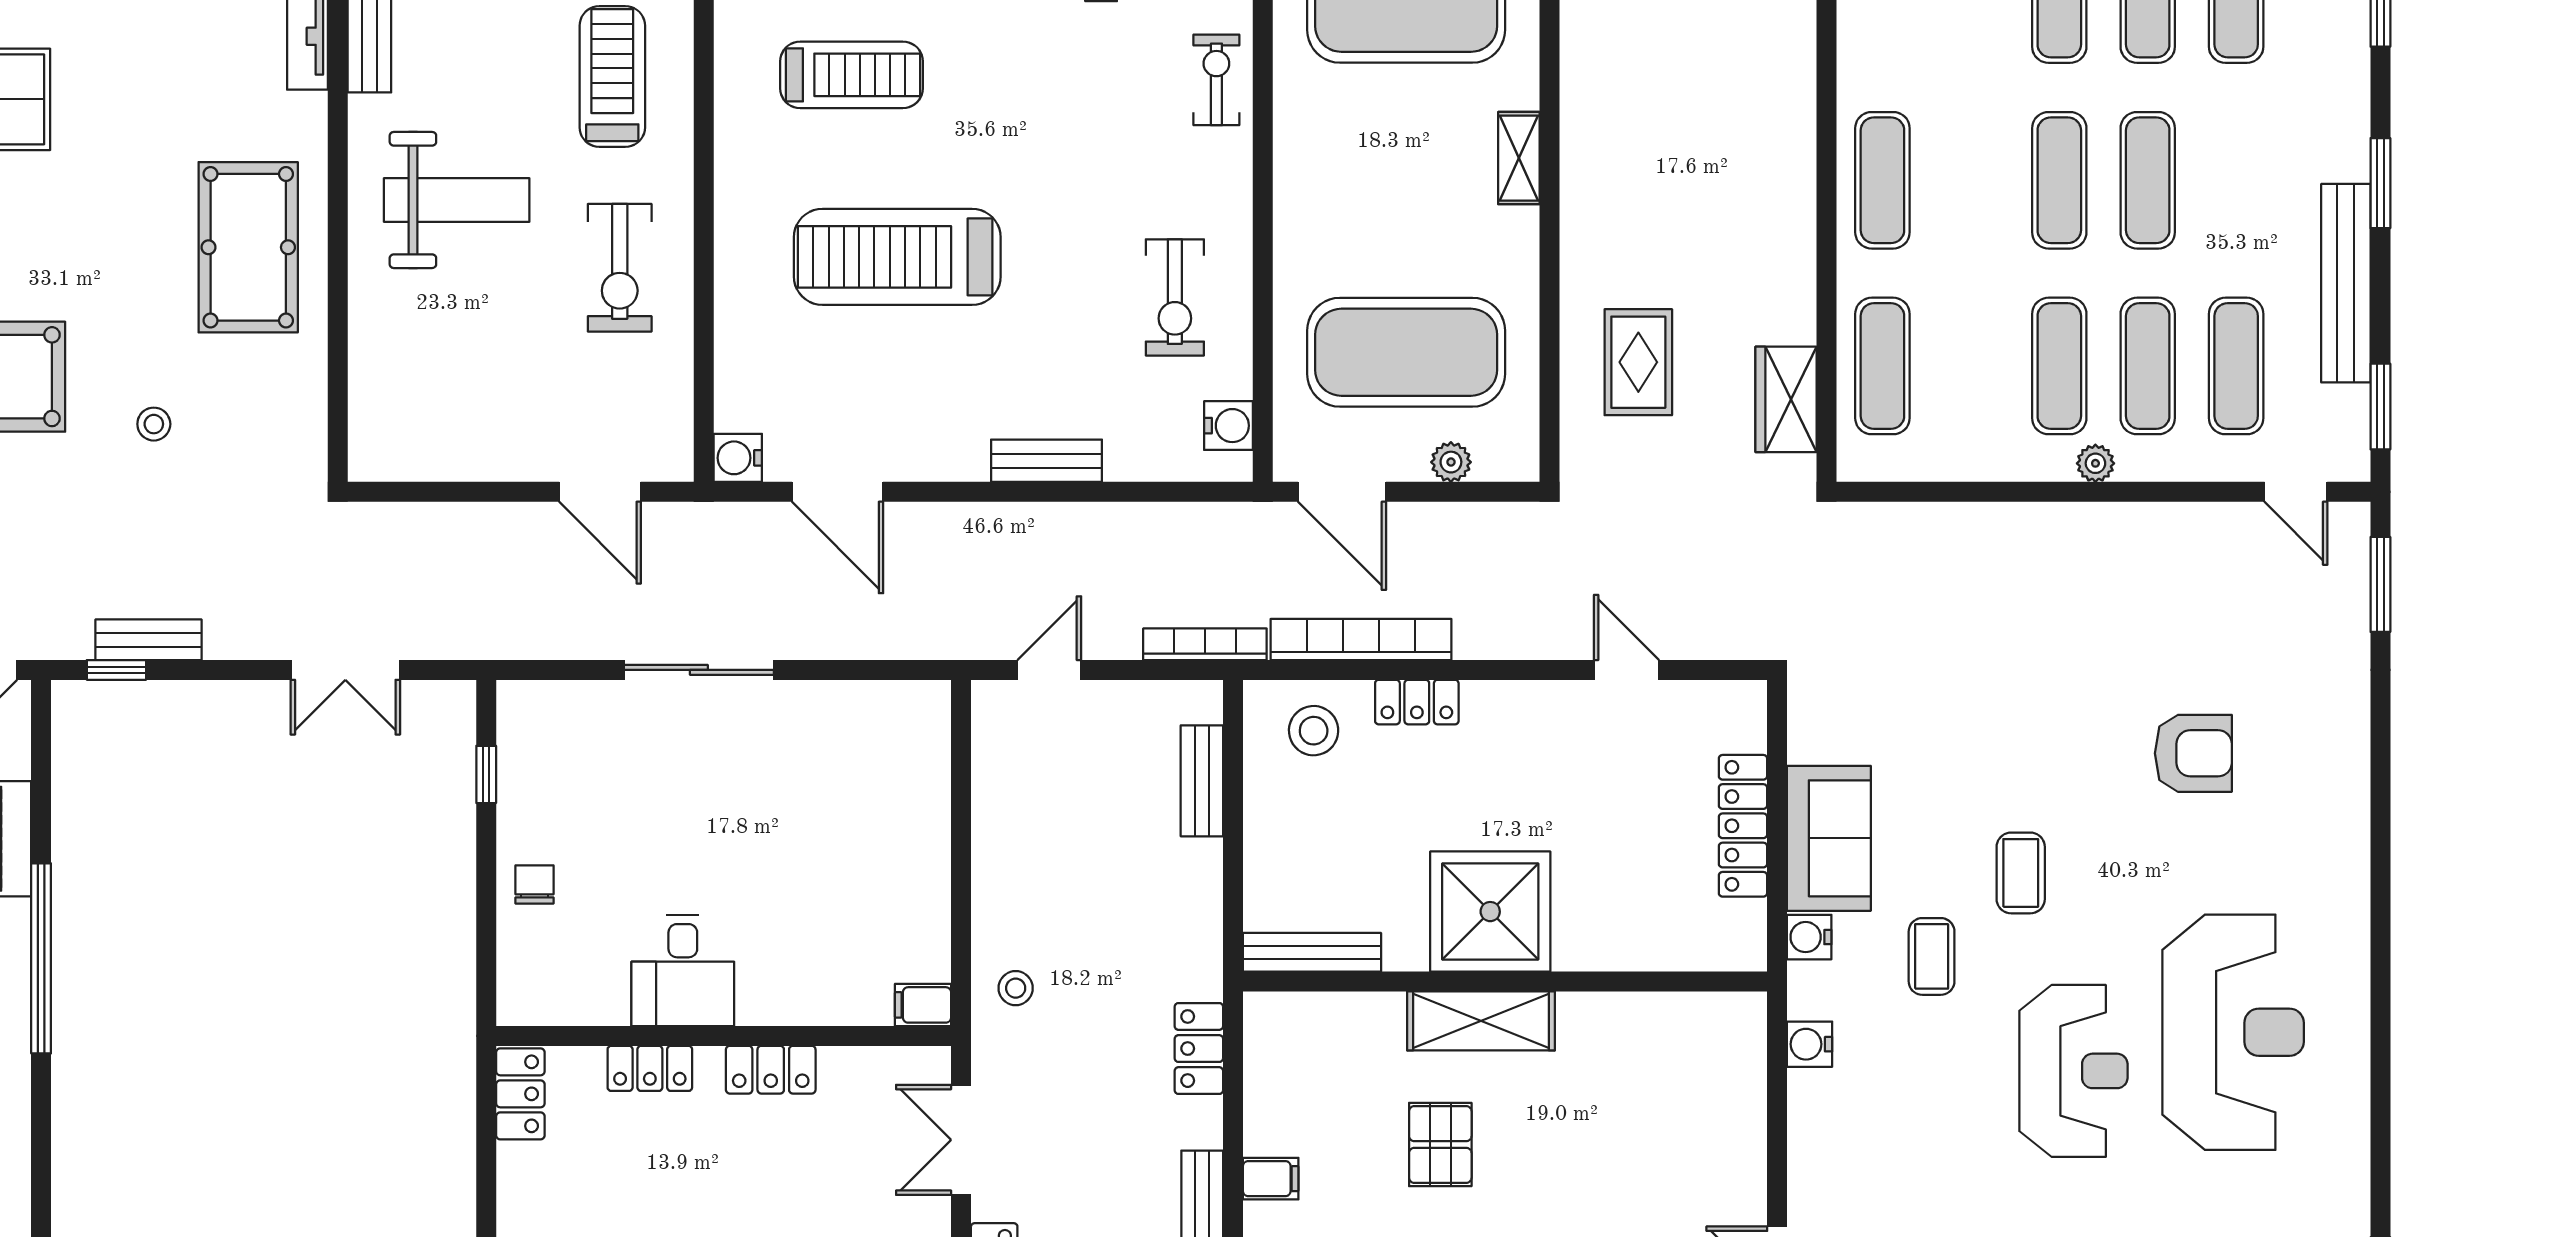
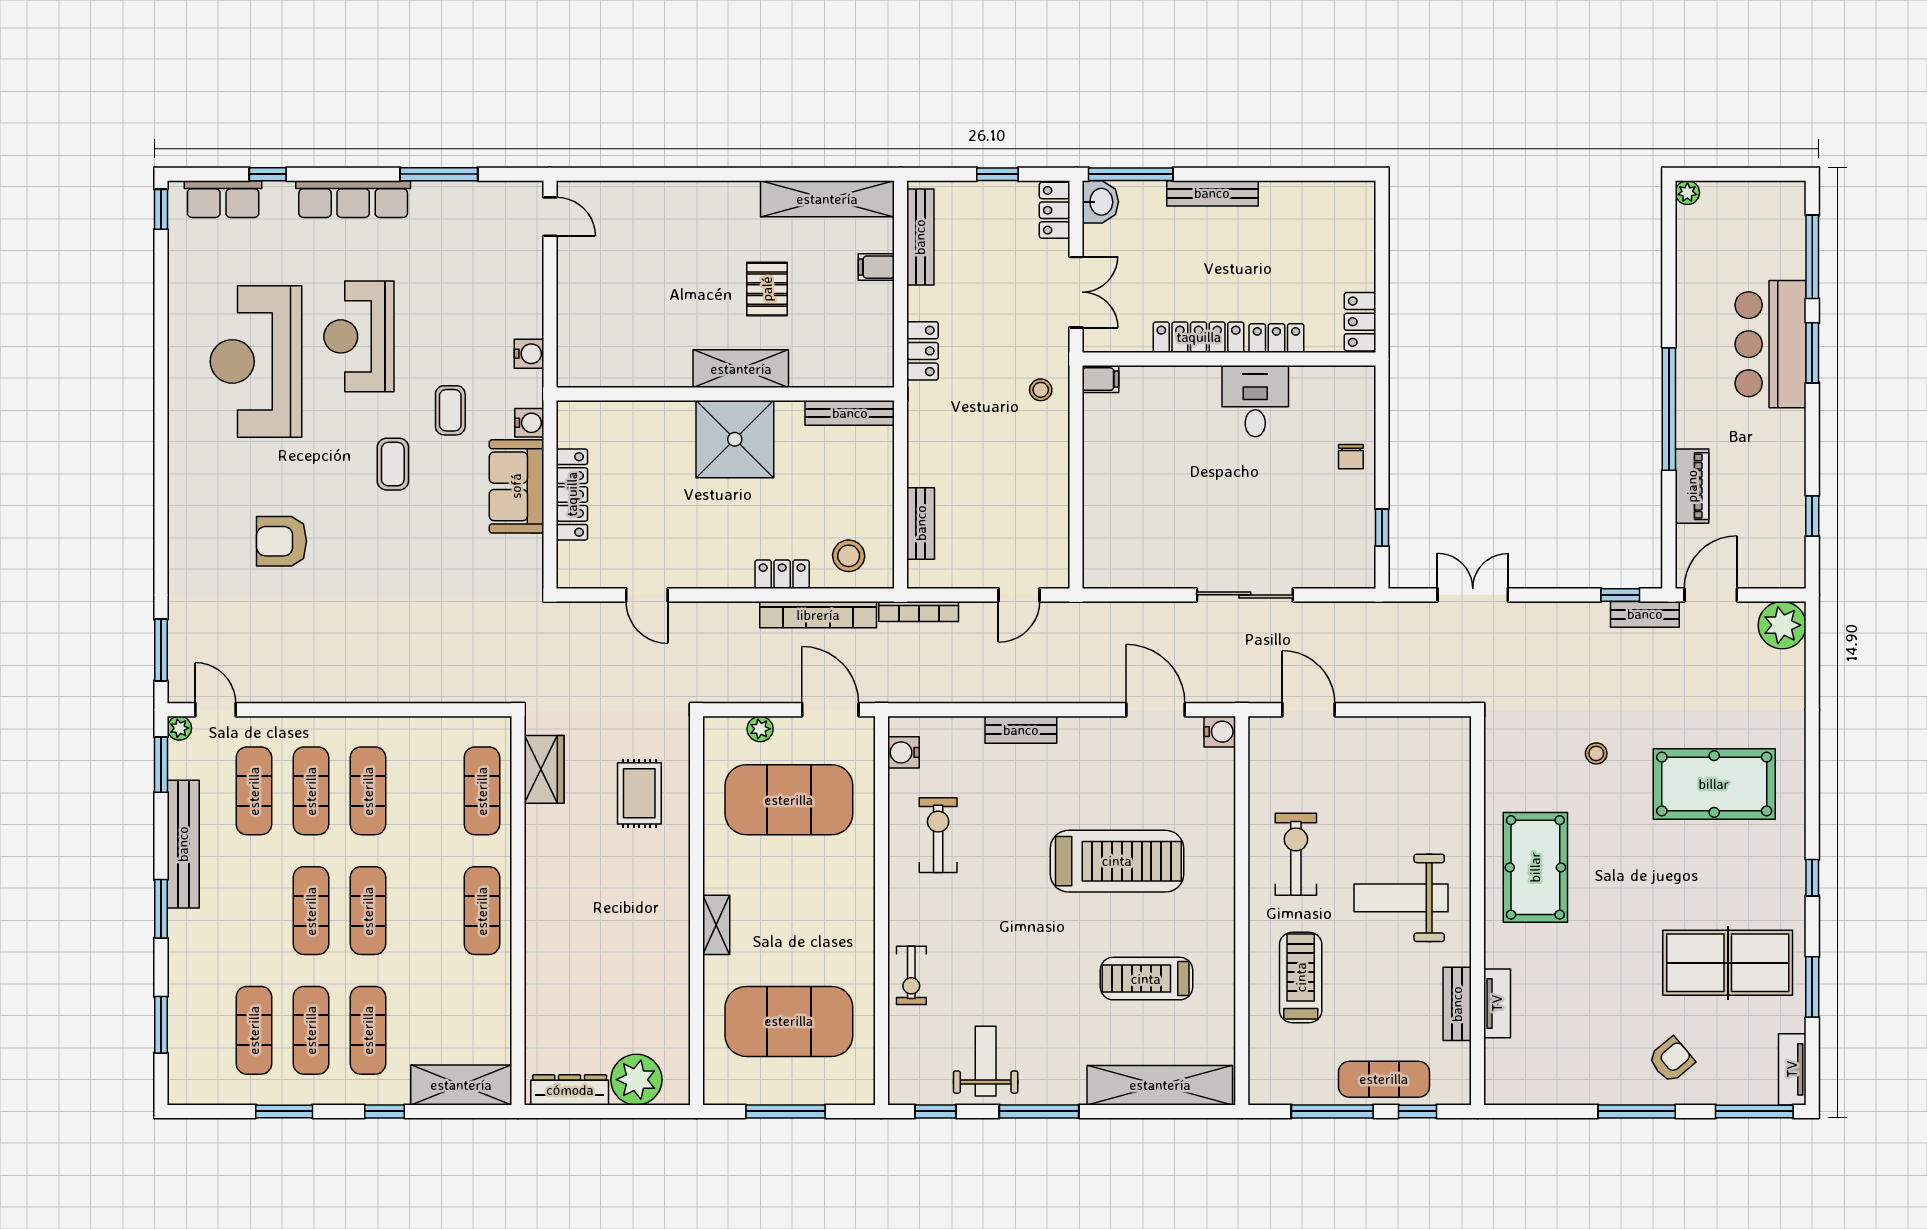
treadmill: (612, 77) -> (1301, 977), turned 180
plant: (2095, 463) -> (179, 728), moved
bench: (149, 640) -> (1645, 614), moved
locker: (771, 1070) -> (1199, 337), width x1.53

